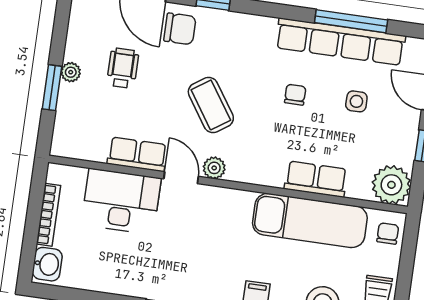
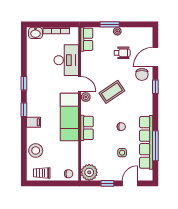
row of seats: (137, 154) -> (87, 39), moved
door: (181, 178) -> (80, 84), hinge flipped
row of seats: (316, 179) -> (87, 128), moved
exam couch: (310, 220) -> (69, 117), moved

